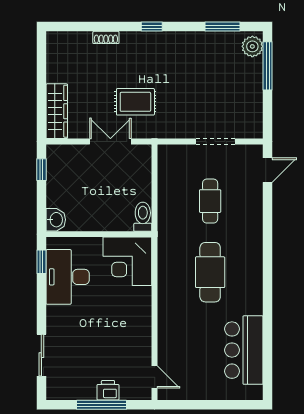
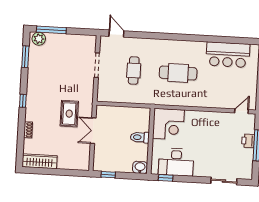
wardrobe: (57, 111) -> (40, 161), moved
cafe table: (210, 201) -> (134, 70), turned 90
toilet: (143, 217) -> (140, 137), moved

